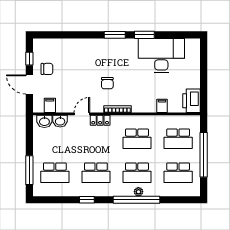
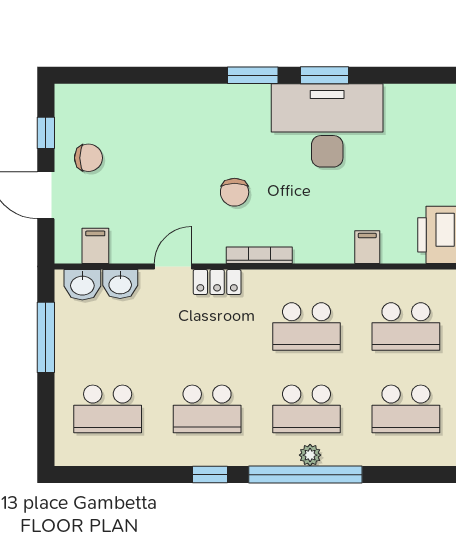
desk: (161, 56) -> (327, 125), moved
window: (29, 170) -> (46, 337), moved
window: (87, 200) -> (210, 475), moved

